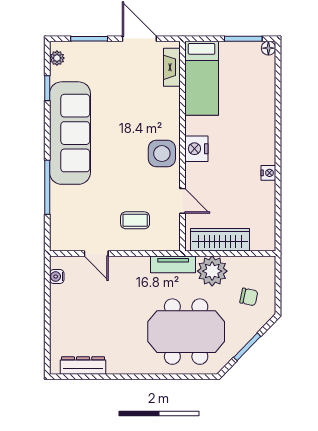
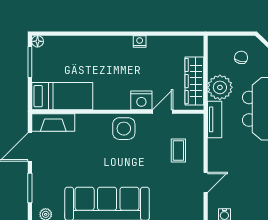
fireplace: (172, 67) -> (53, 122), width x1.37, depth x1.32
nightstand: (196, 149) -> (141, 100), moved

